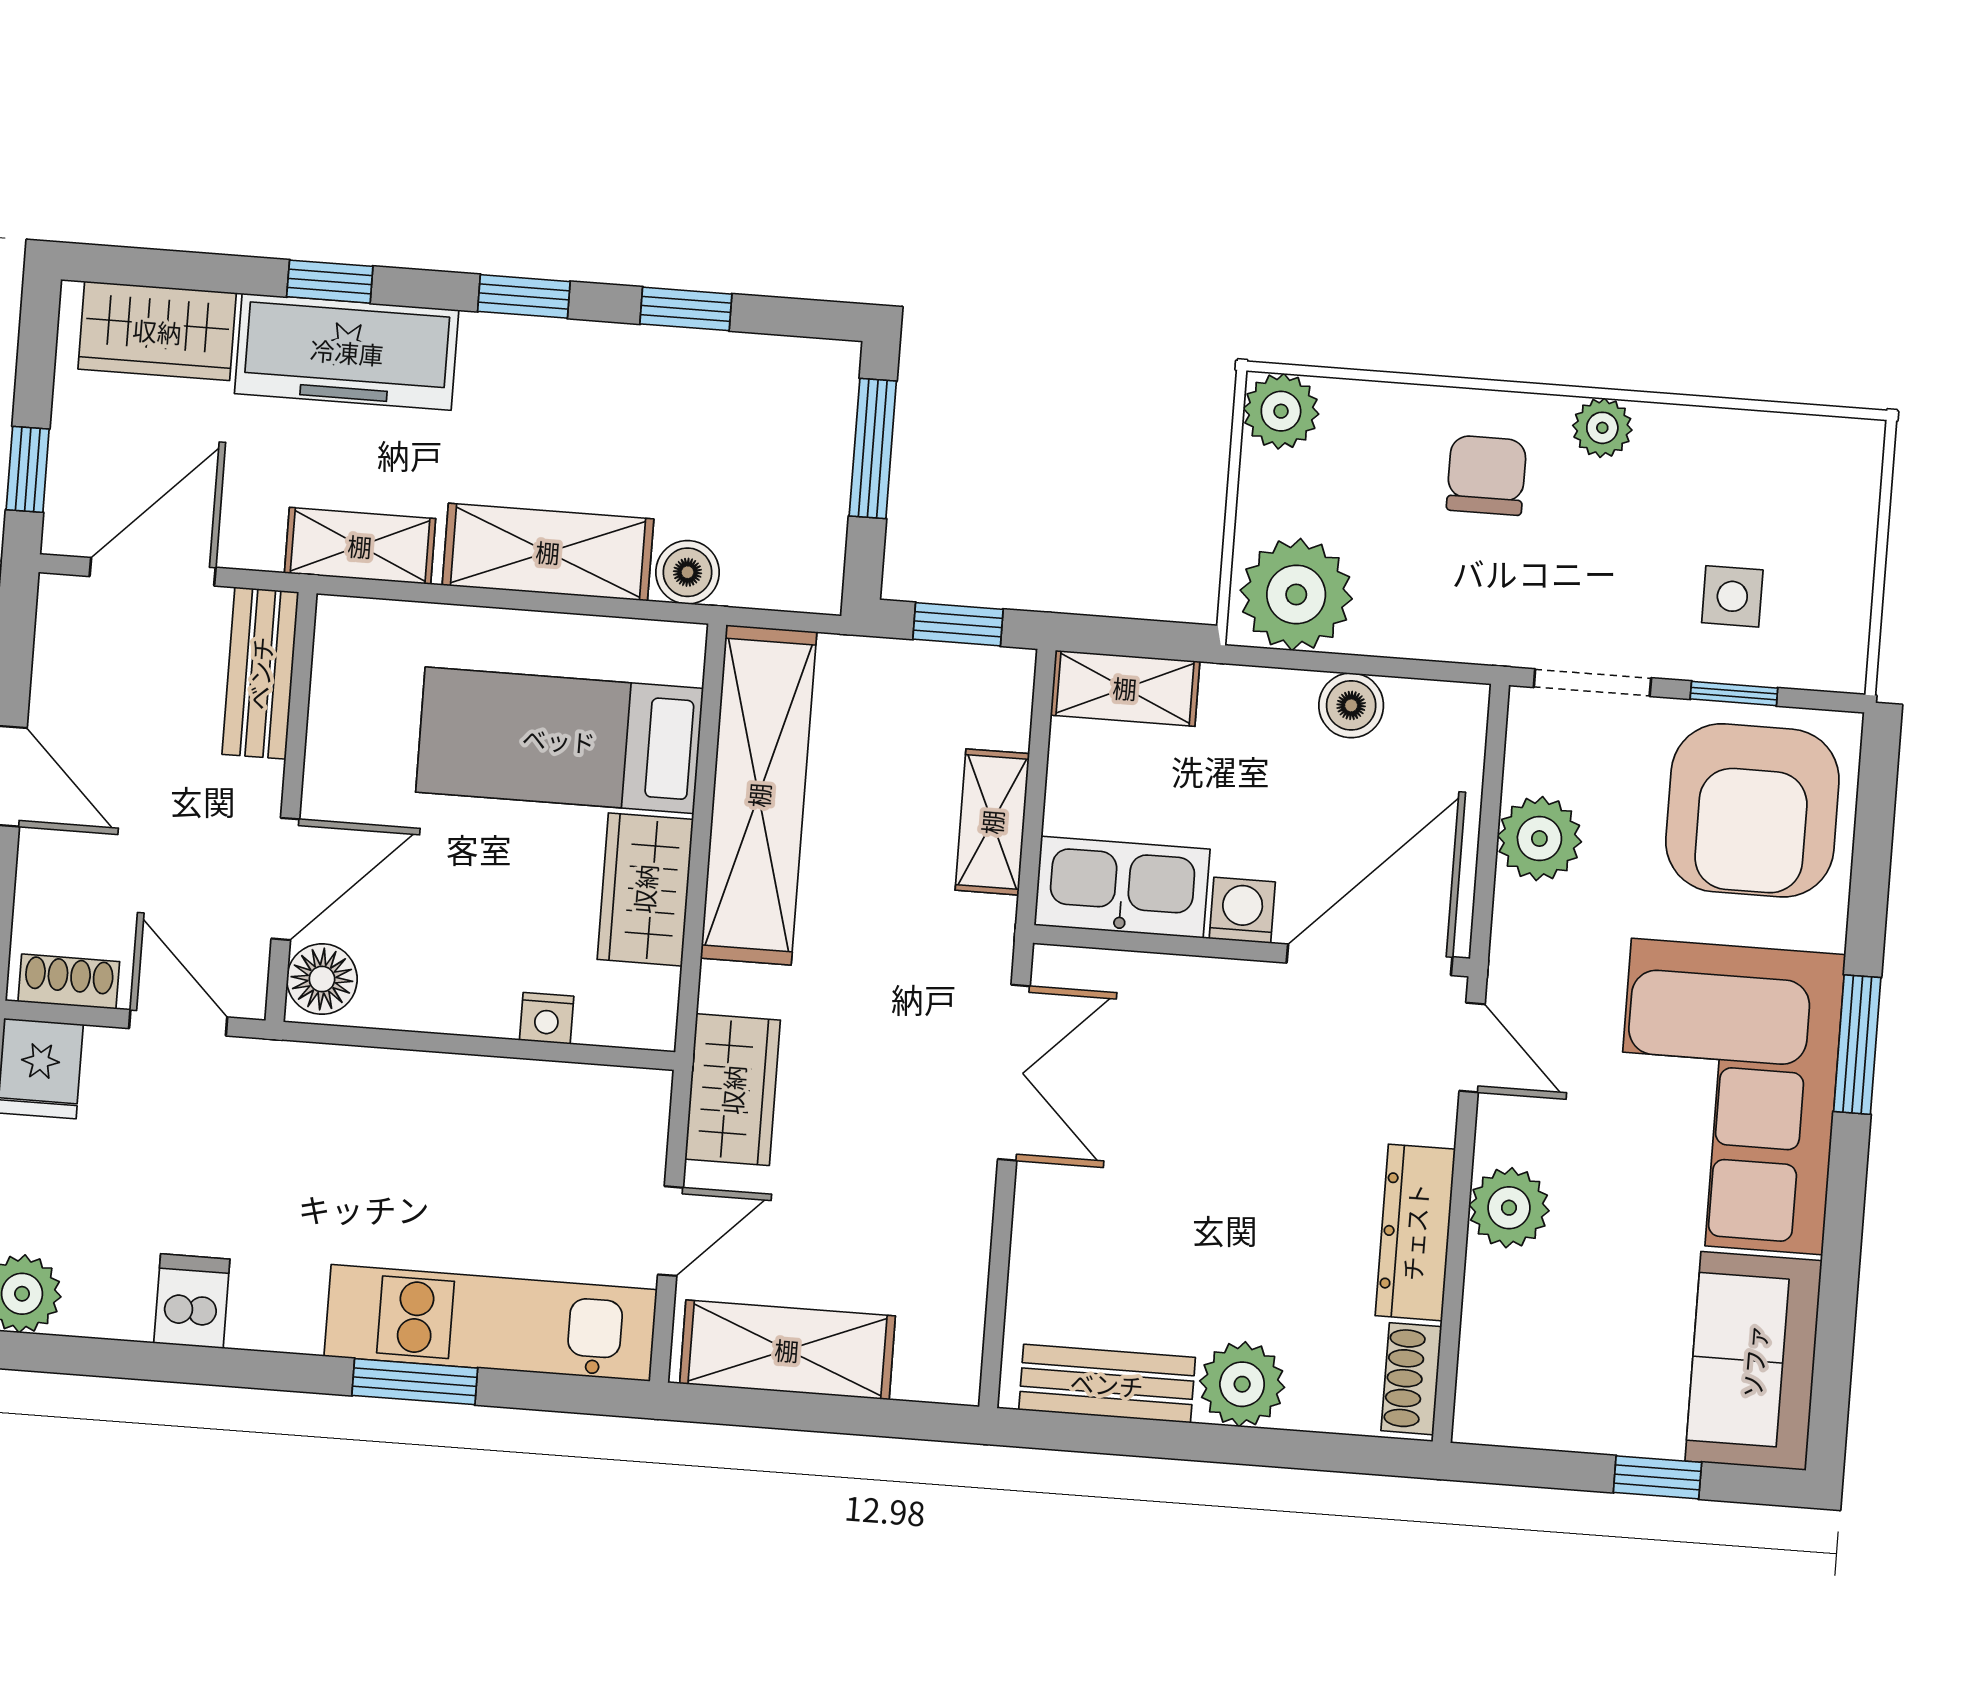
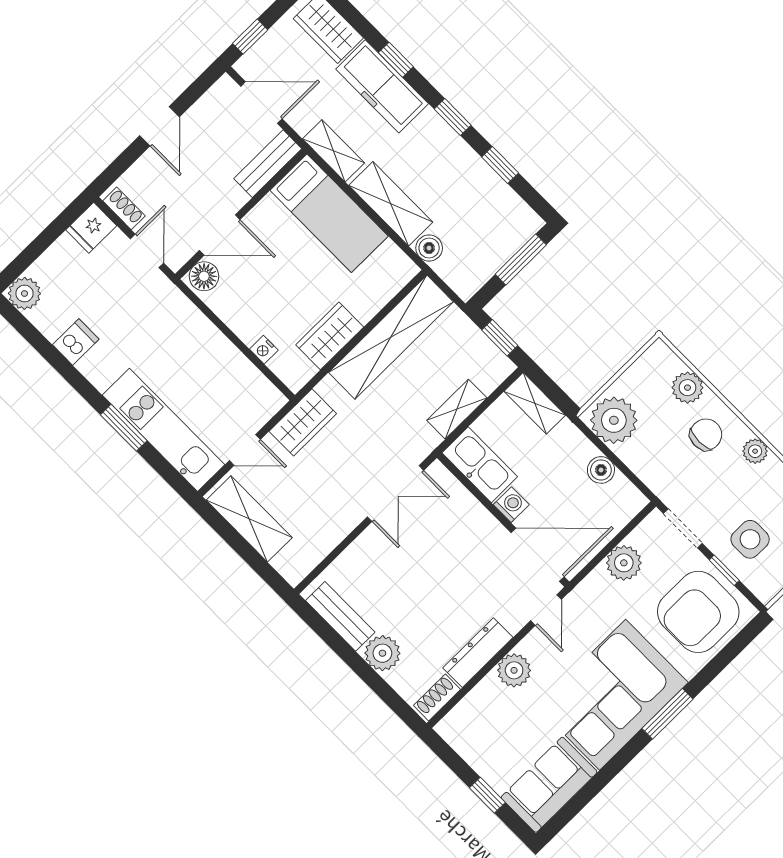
plant: (1281, 411) -> (688, 388), moved
side table: (1732, 596) -> (750, 539), width x1.37, depth x1.37
bed: (559, 740) -> (329, 213), moved, turned 180

